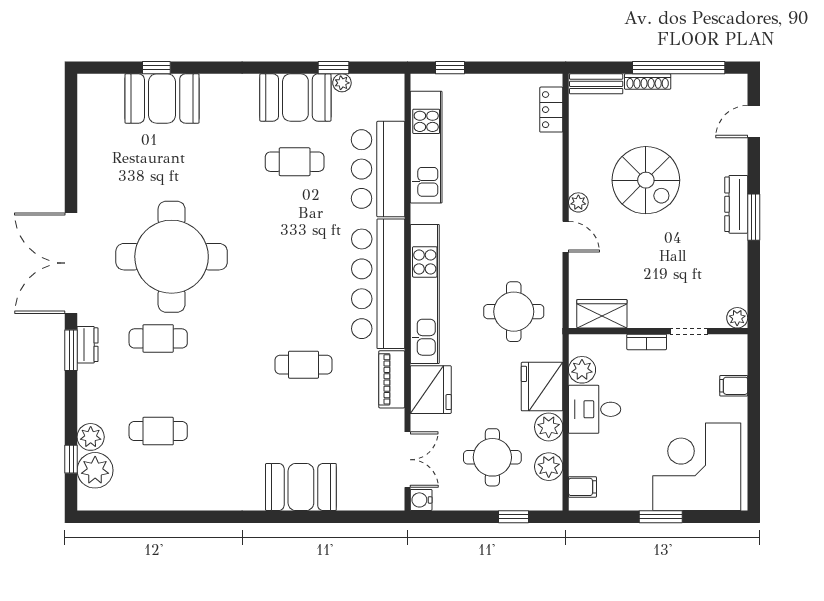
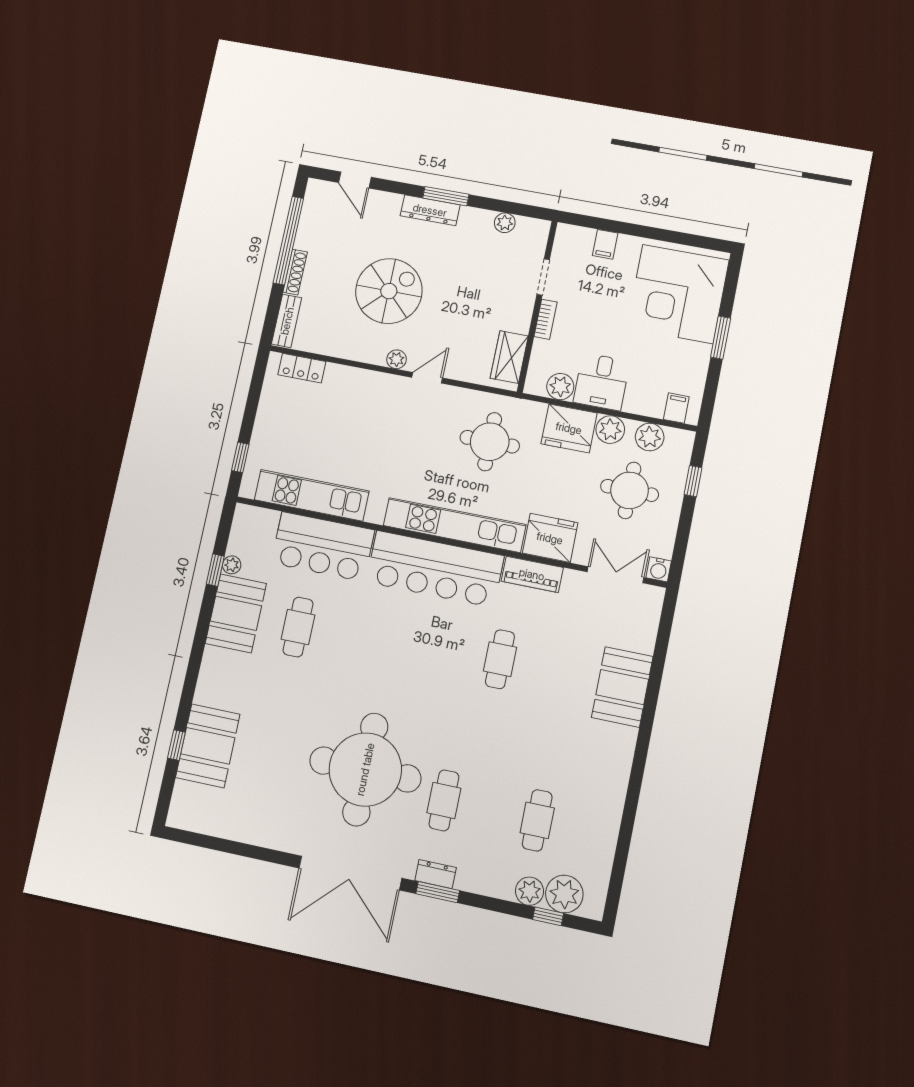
plant: (737, 318) -> (505, 223), moved

